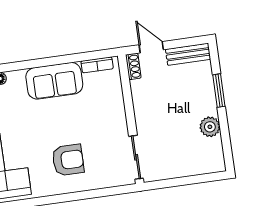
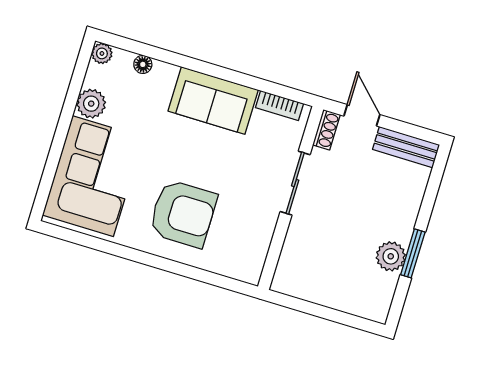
window: (219, 91) -> (413, 253), moved
sliding door: (136, 157) -> (295, 183), moved
armchair: (68, 160) -> (183, 214), width x1.36, depth x1.36

